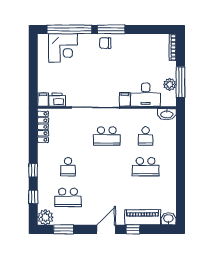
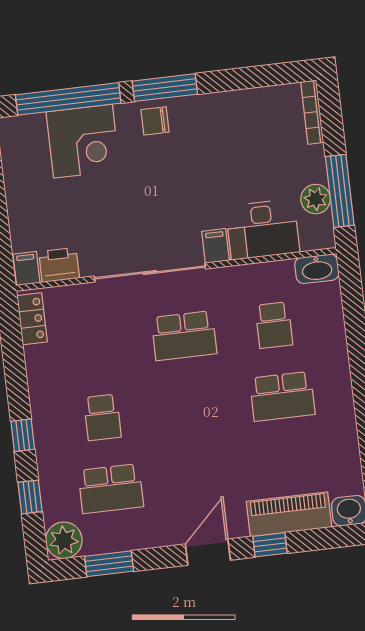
corner desk: (63, 48) -> (83, 141), moved
locker: (43, 127) -> (32, 319), width x0.66

